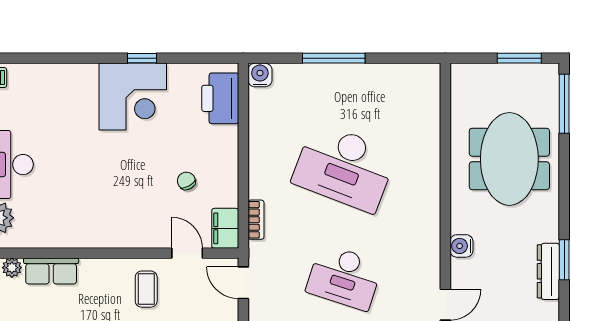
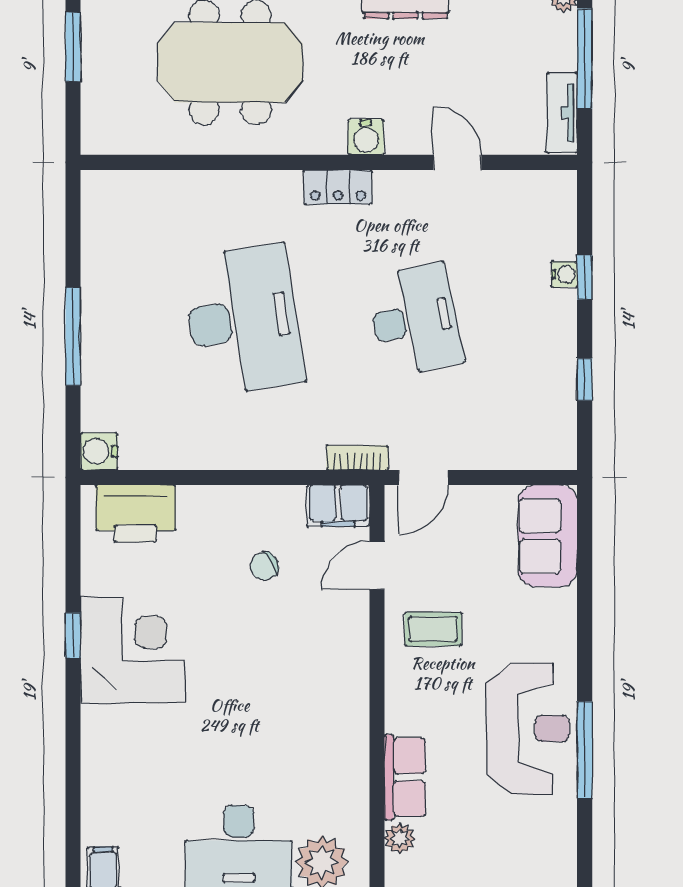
desk: (344, 167) -> (243, 320), turned -30
bookcase: (256, 220) -> (357, 458), moved
locker: (430, 228) -> (338, 187), added
desk: (344, 277) -> (415, 320), turned -30

